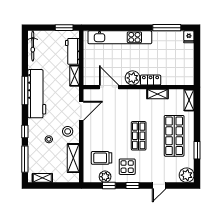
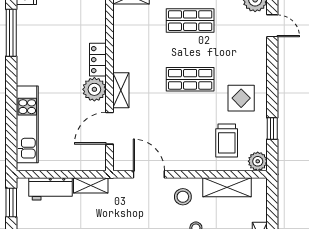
kitchen unit: (120, 37) -> (27, 124), width x0.73
shelving: (157, 94) -> (121, 90), moved
shop shelf: (174, 136) -> (190, 21), width x0.70, depth x0.74
plant: (105, 177) -> (258, 161), moved
window: (133, 186) -> (272, 89), removed
door: (159, 186) -> (272, 26), moved

